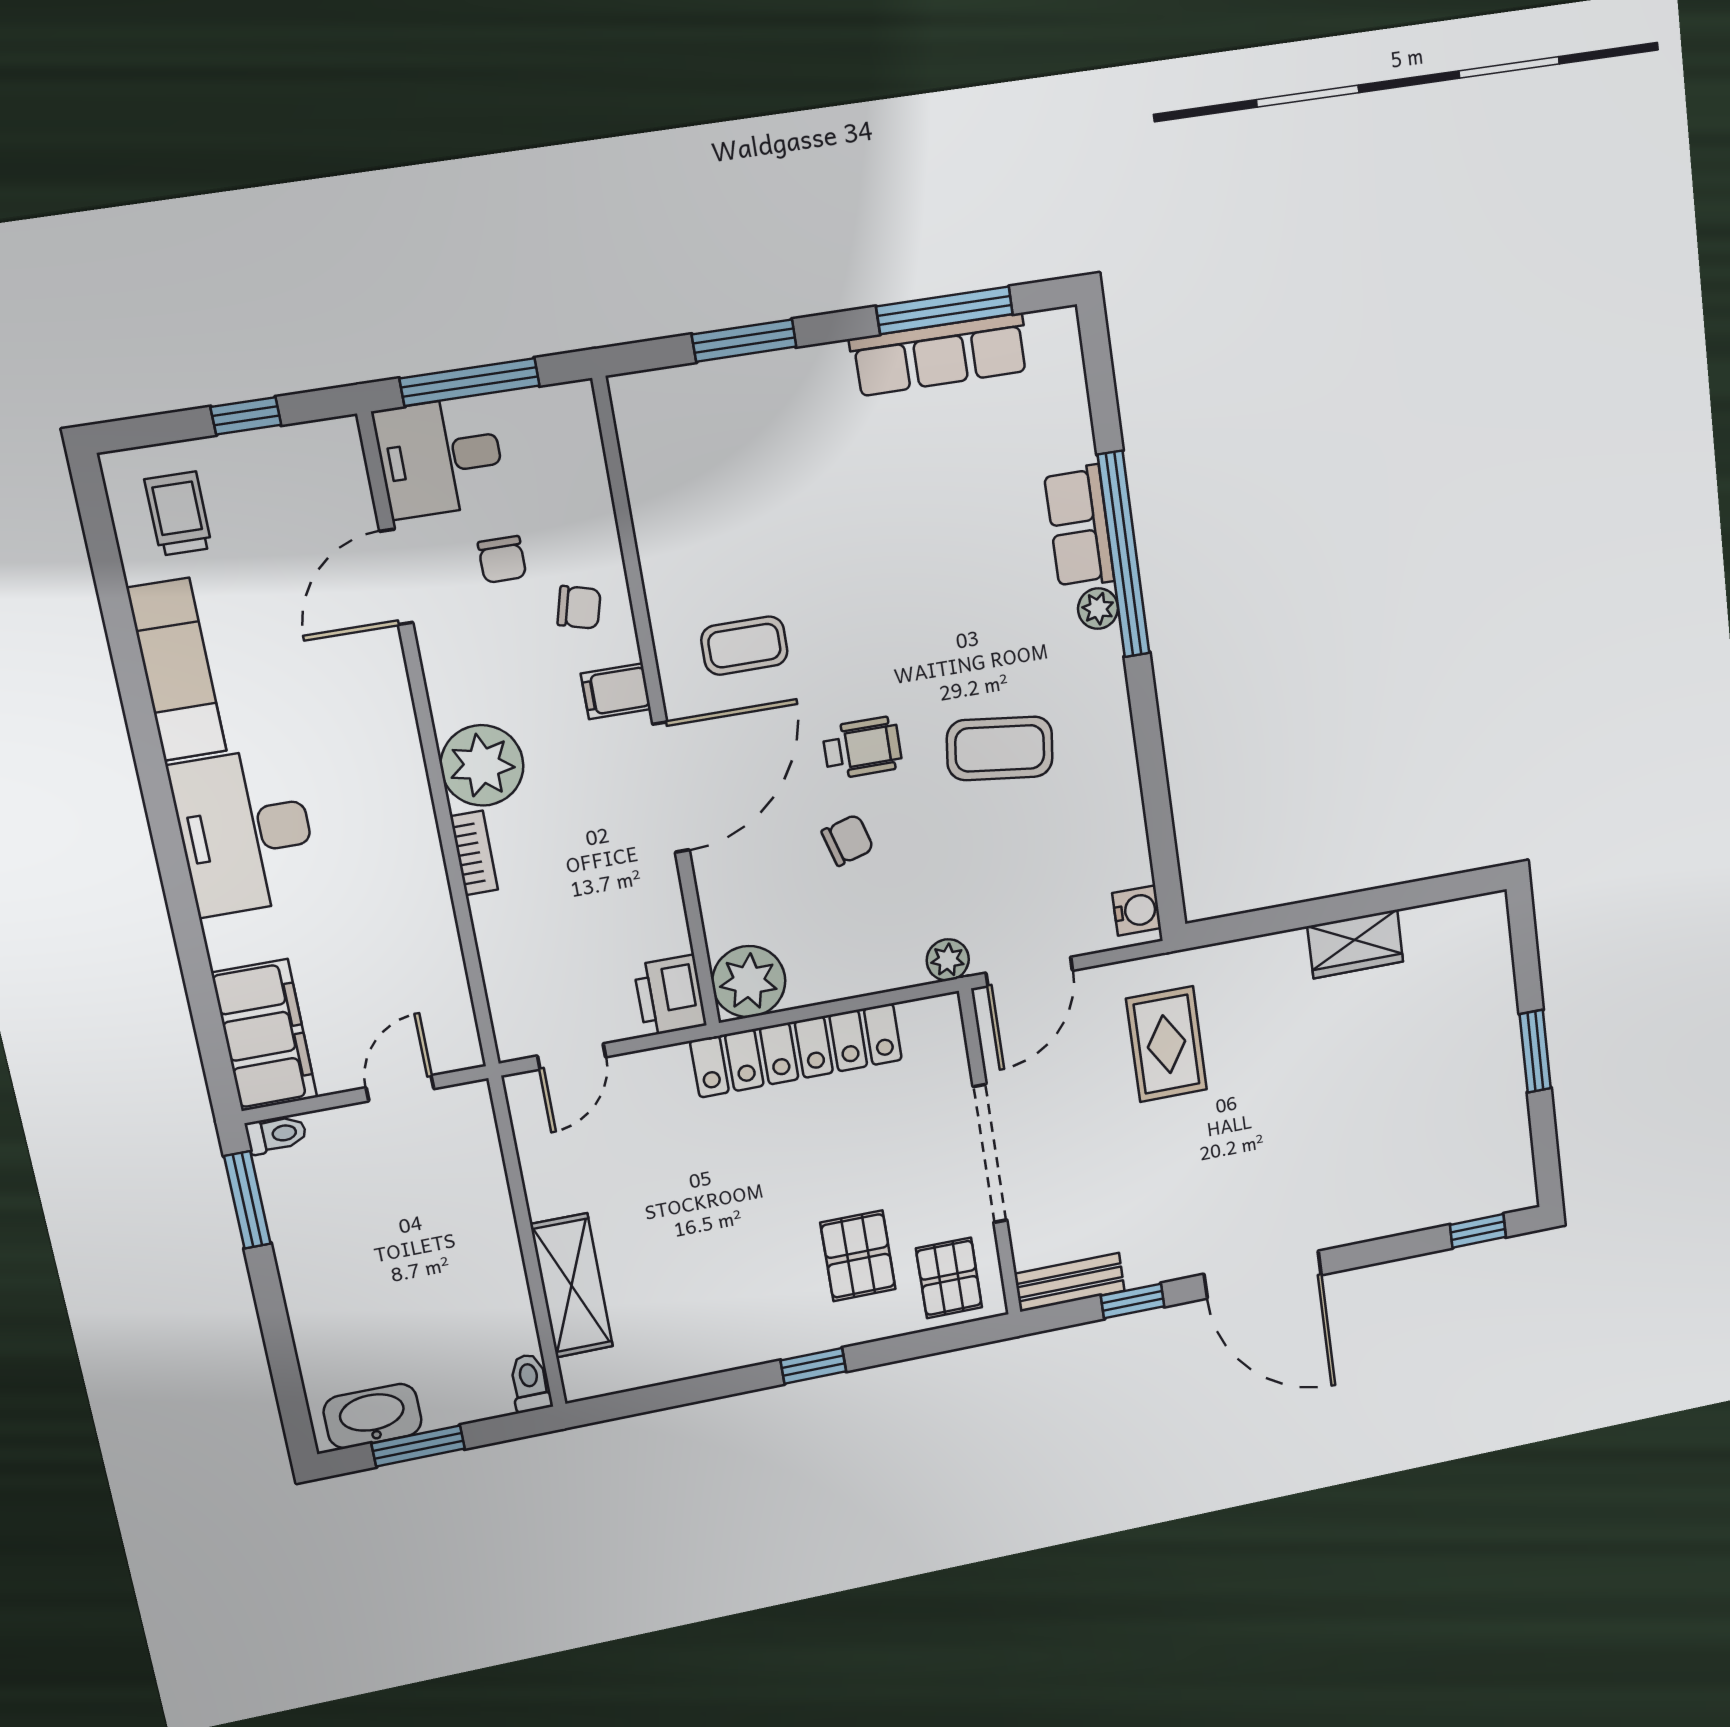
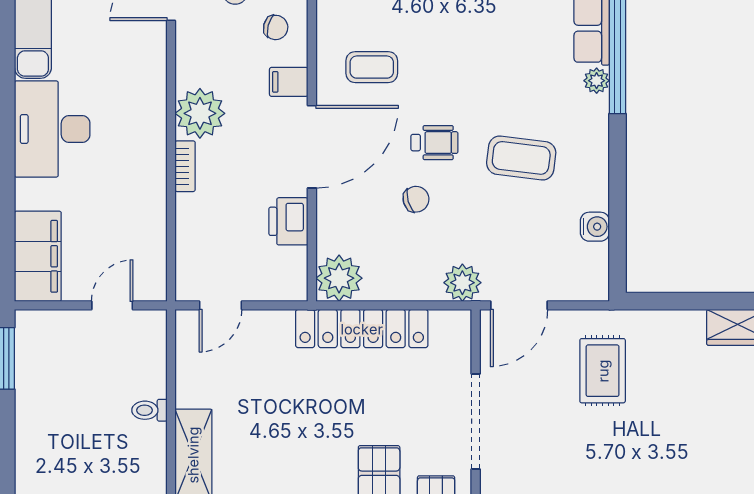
water cooler: (1137, 911) -> (595, 227), moved
plant: (948, 960) -> (462, 283), width x1.38, depth x1.38
printer: (670, 995) -> (288, 221), moved
toilet: (276, 1134) -> (149, 410), moved, turned 180

